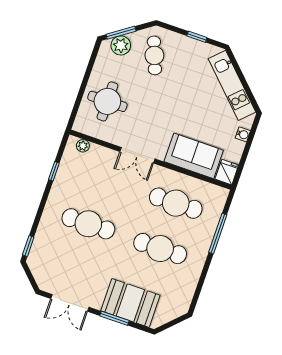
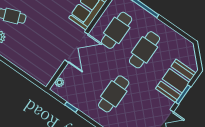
round table: (107, 101) -> (34, 57), removed
double door: (137, 155) -> (76, 47), width x1.37

